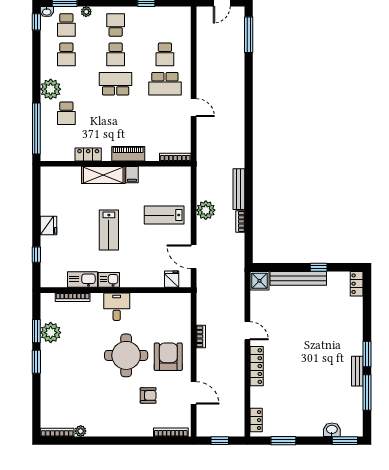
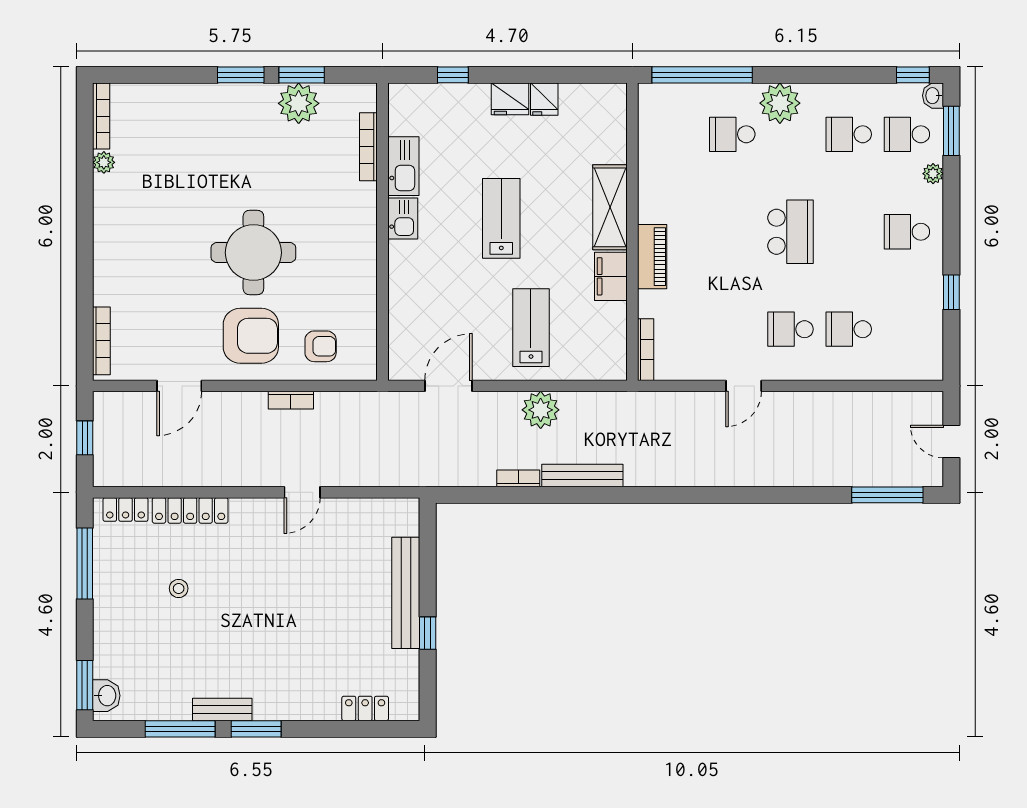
school desk: (116, 25) -> (907, 232), turned 180
school desk: (116, 54) -> (849, 232), removed
school desk: (165, 84) -> (790, 329), width x0.54
locker: (88, 154) -> (651, 178), removed
filing cabinet: (132, 175) -> (611, 276), width x2.00
lab bench: (109, 230) -> (501, 218), turned 90
fridge: (172, 279) -> (544, 99), moved, turned 90
shower: (259, 281) -> (401, 516), removed
locker: (357, 284) -> (365, 708), moved
desk: (117, 307) -> (350, 234), removed
locker: (257, 366) -> (190, 510), moved
stool: (296, 393) -> (179, 588), added
armchair: (148, 395) -> (321, 346), moved, turned -90
washbasin: (332, 430) -> (106, 696), moved
window: (283, 441) -> (85, 563), width x1.44

